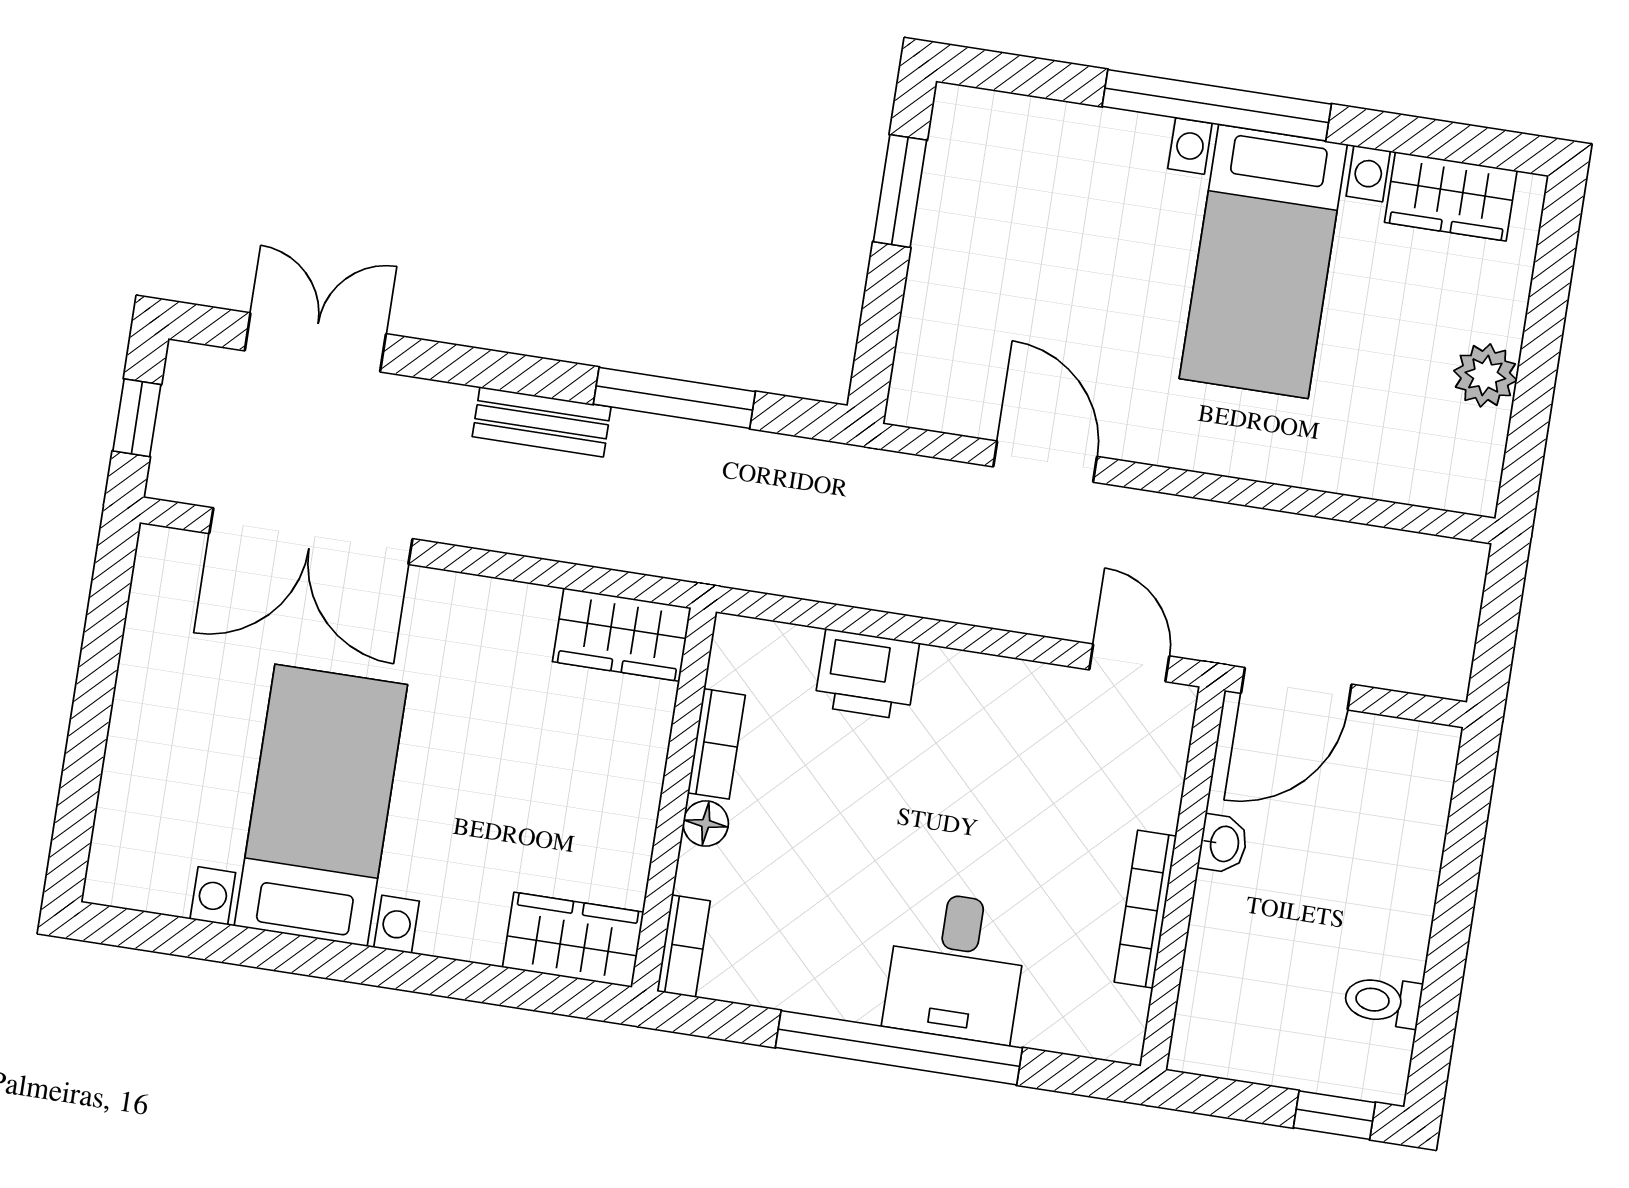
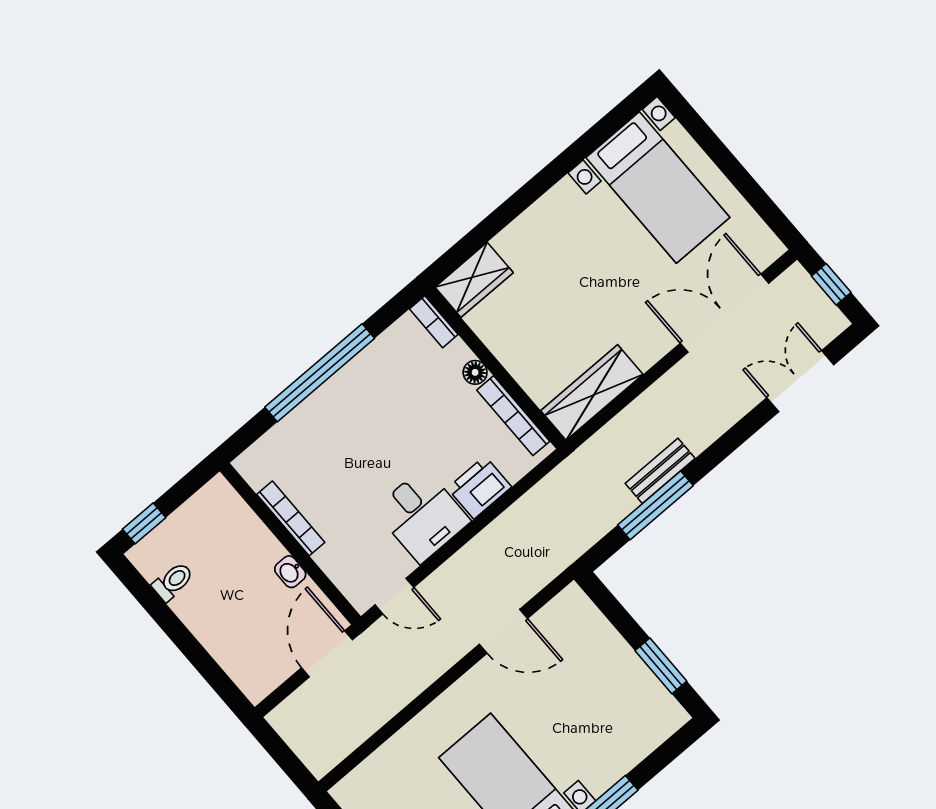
double door: (315, 342) -> (800, 381), swing flipped
bench: (542, 422) -> (660, 471), moved
wardrobe: (622, 635) -> (592, 392), width x1.50
bookcase: (716, 744) -> (513, 416), width x1.56
bed with nightstands: (321, 805) -> (658, 187), moved
desk: (956, 967) -> (422, 515), moved, turned 180

